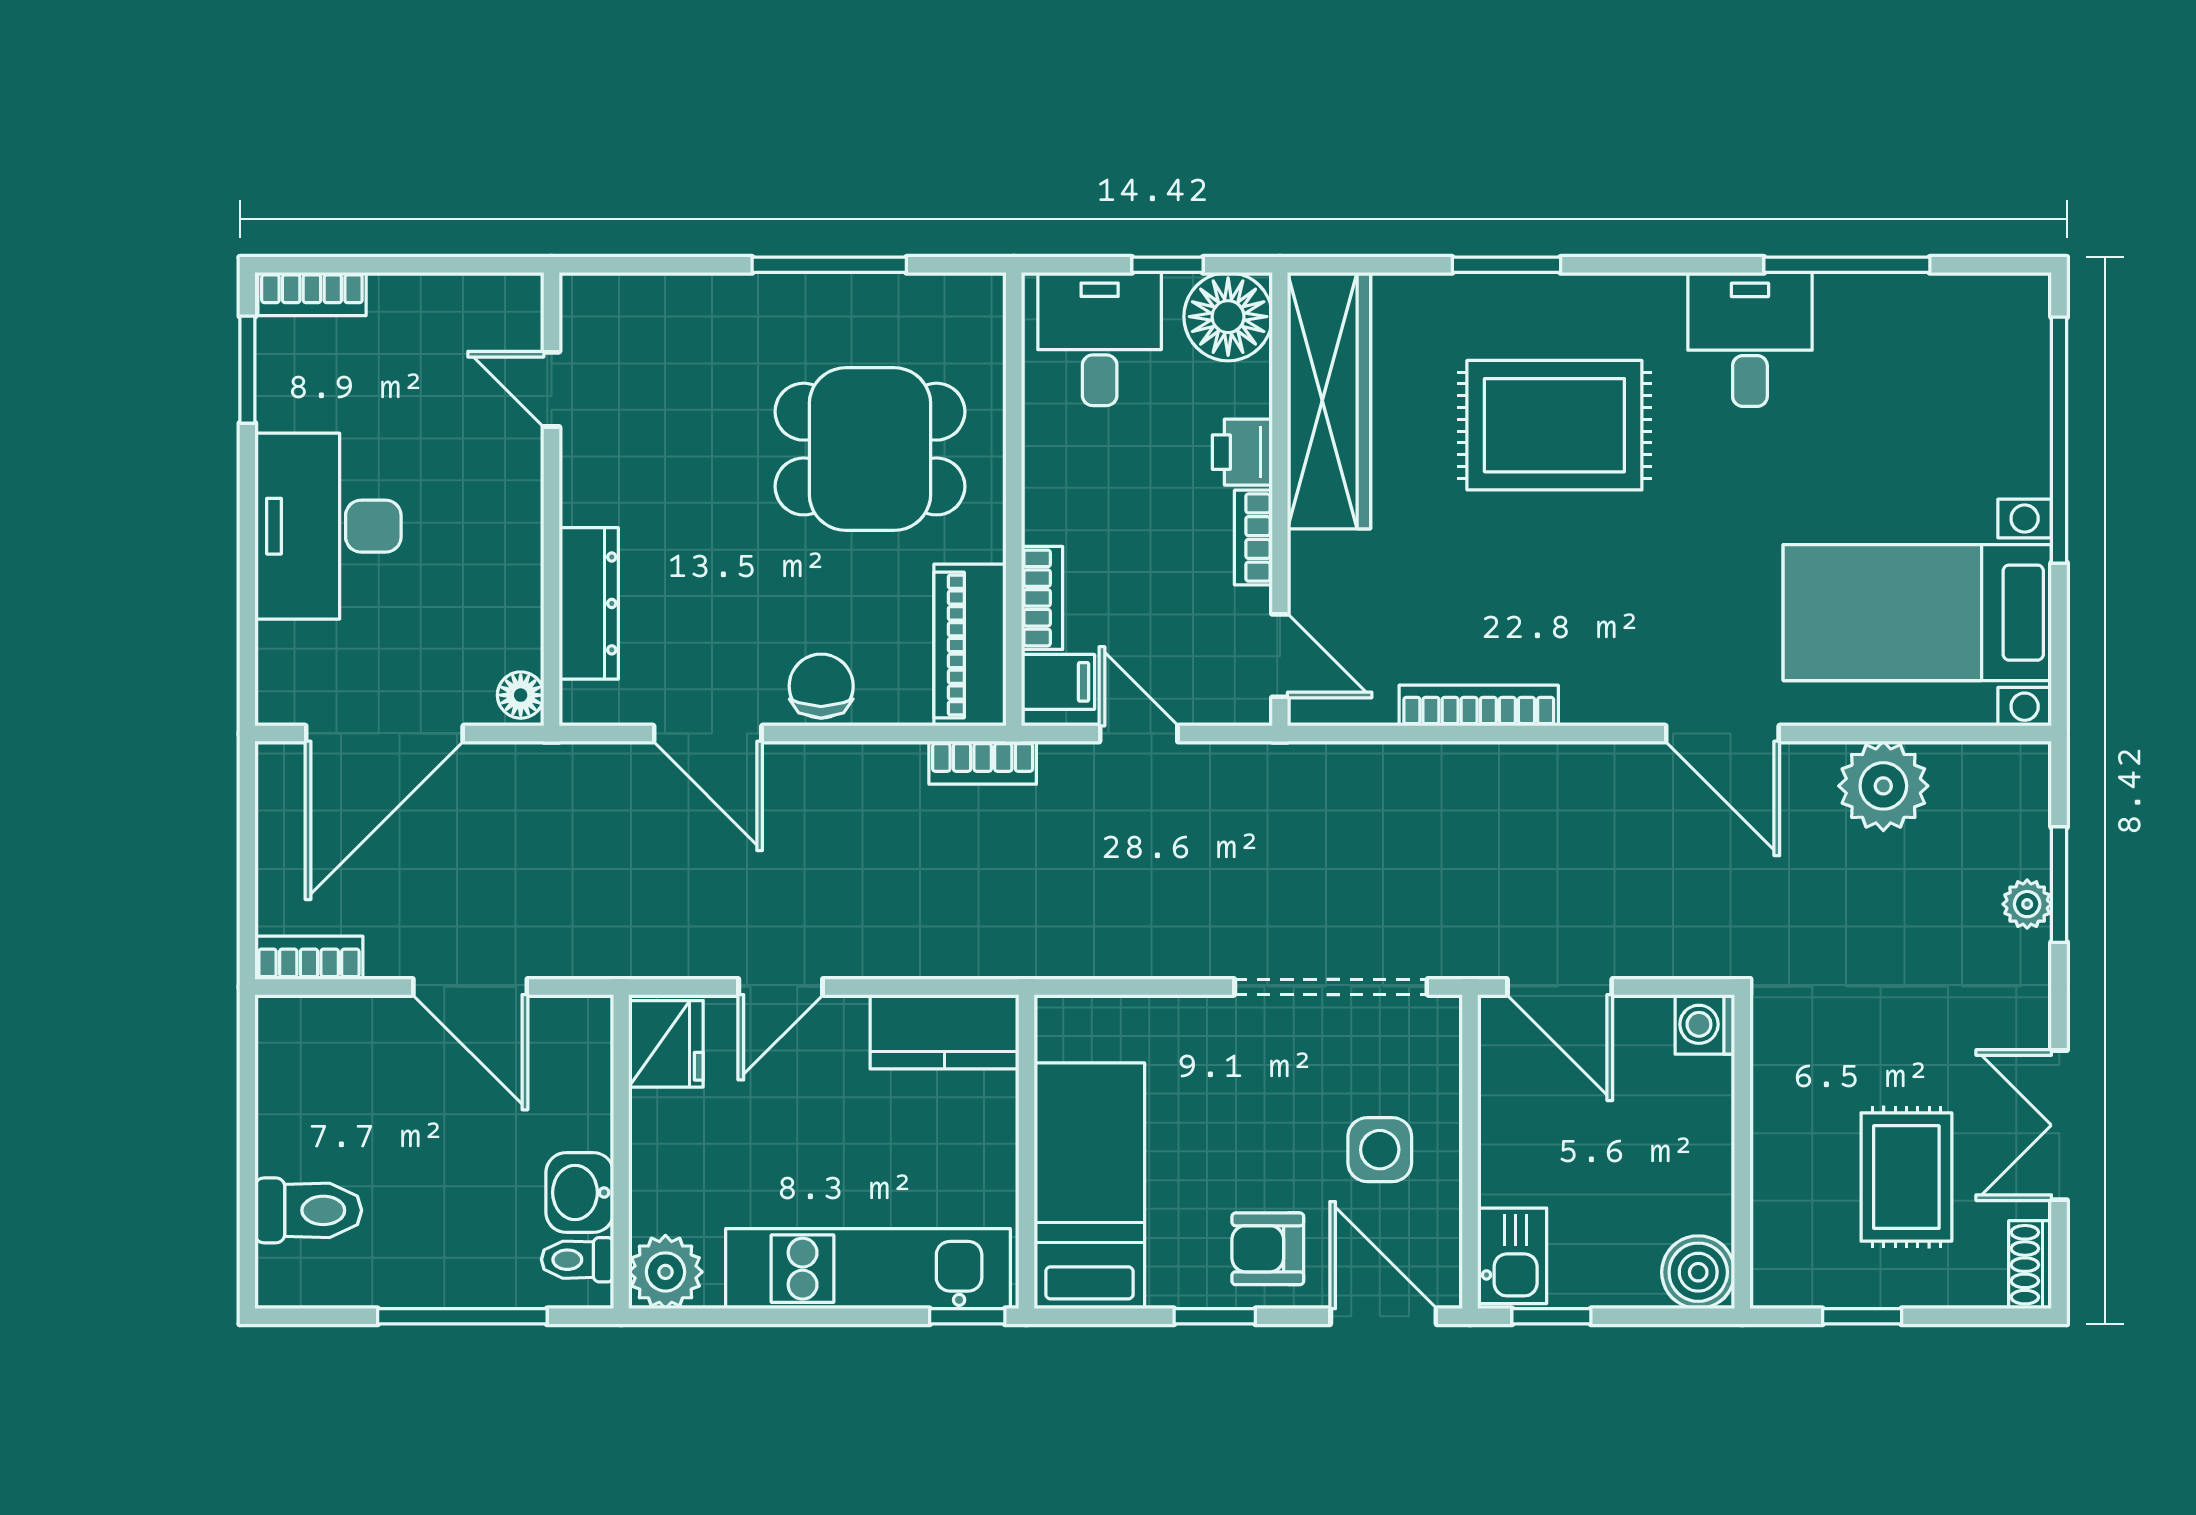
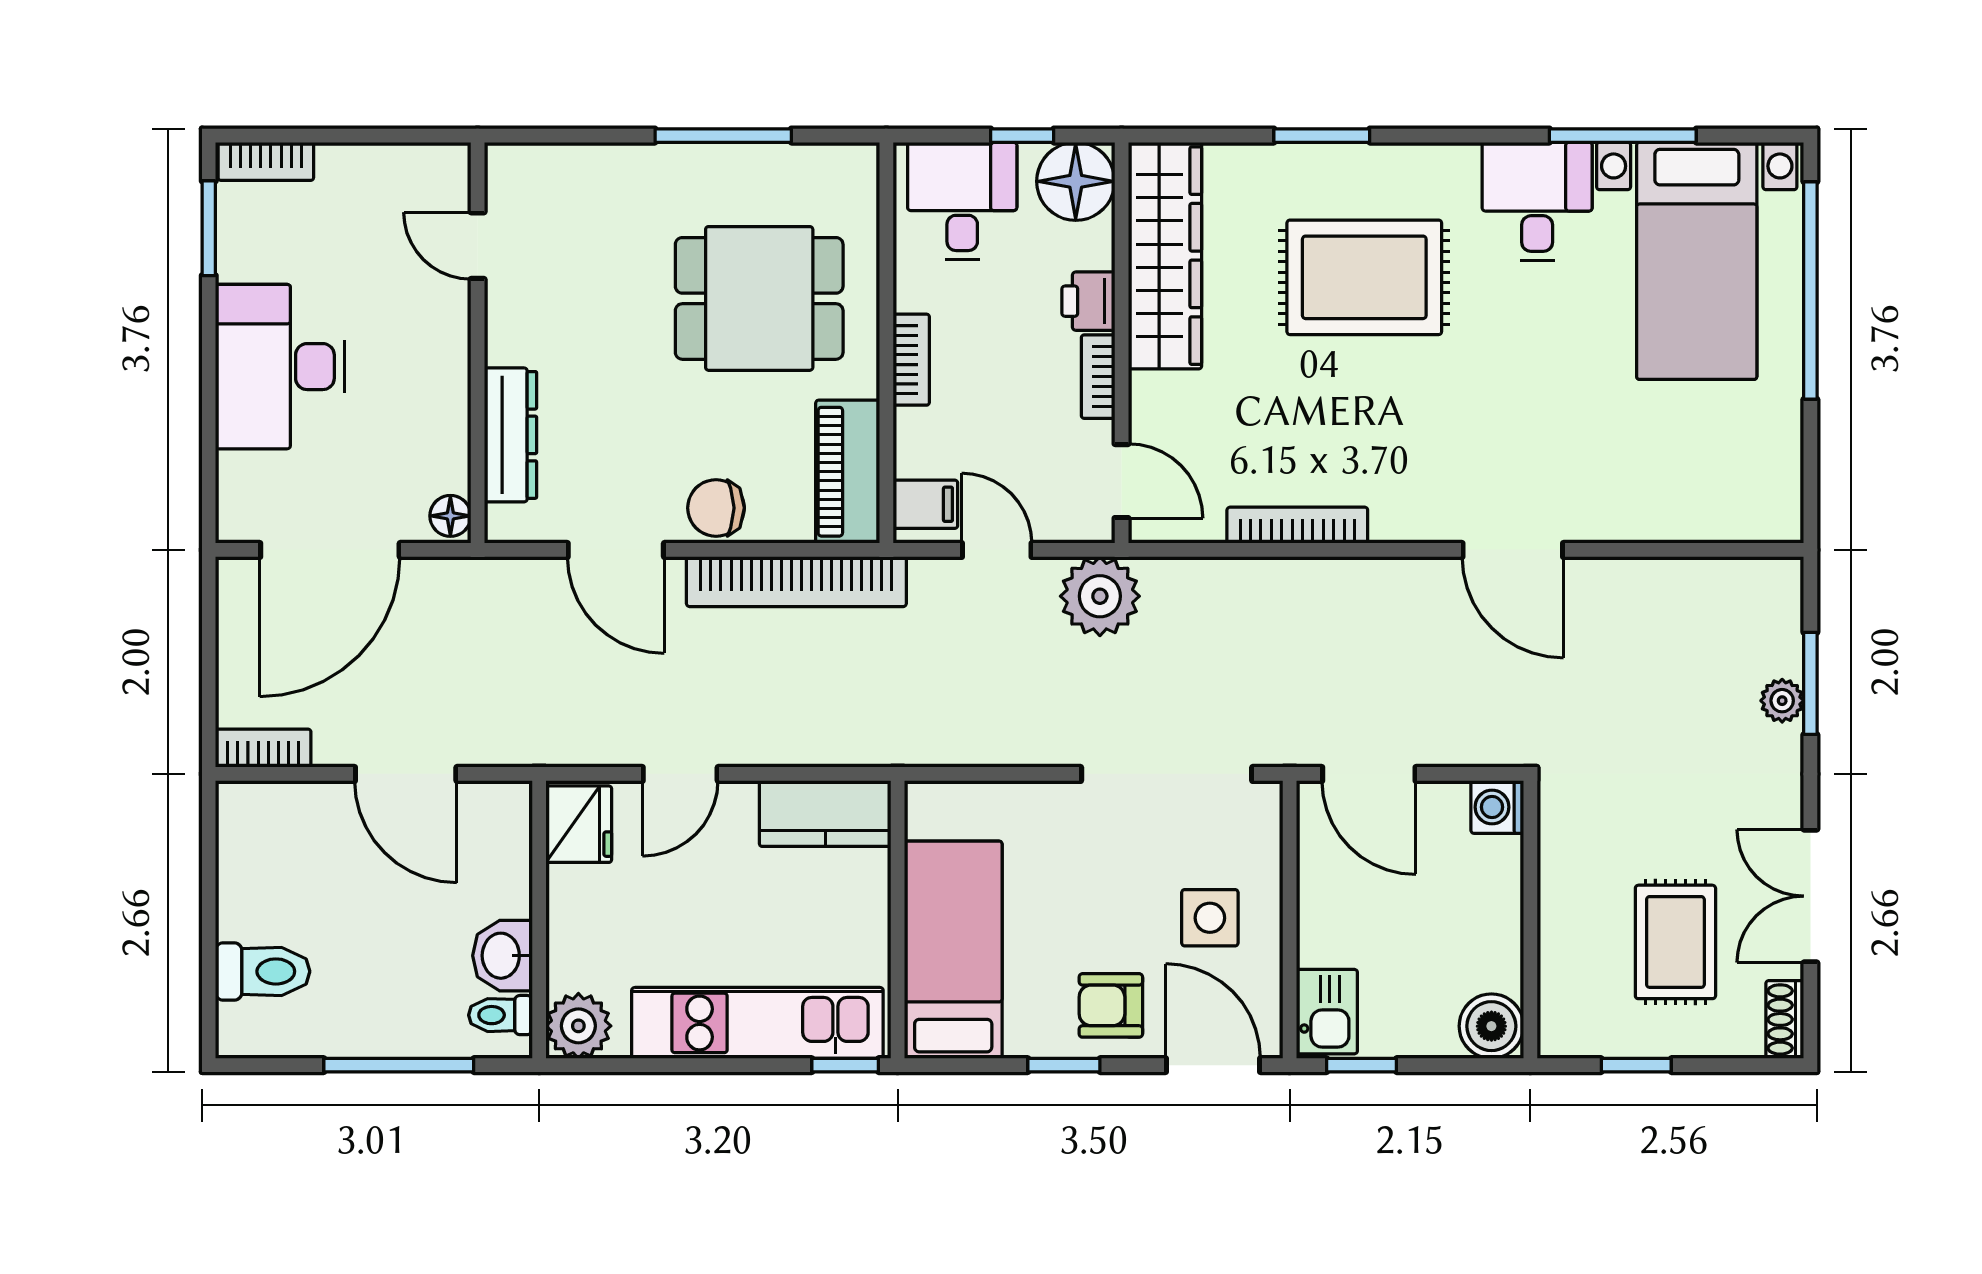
bookcase: (1042, 598) -> (911, 360), moved
bed with nightstands: (1917, 613) -> (1697, 261), moved, turned -90
chair: (821, 686) -> (716, 508), turned -90
bookcase: (983, 763) -> (796, 582), width x2.31, depth x1.31
plant: (1883, 786) -> (1100, 596), moved

